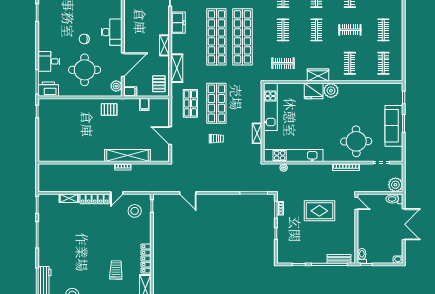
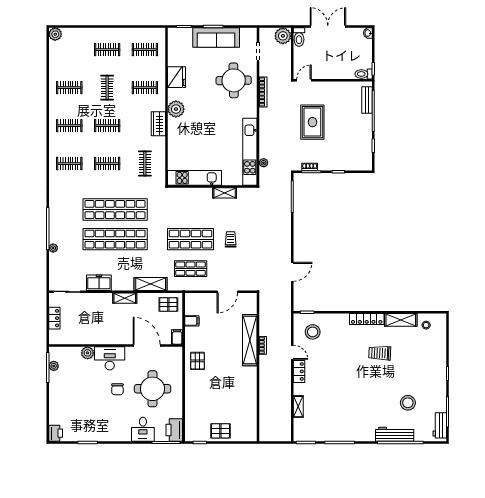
plant: (116, 86) -> (88, 353), moved
fridge: (314, 91) -> (177, 77), moved
pallet: (48, 130) -> (220, 431), added
locker: (95, 199) -> (299, 371), width x0.66

